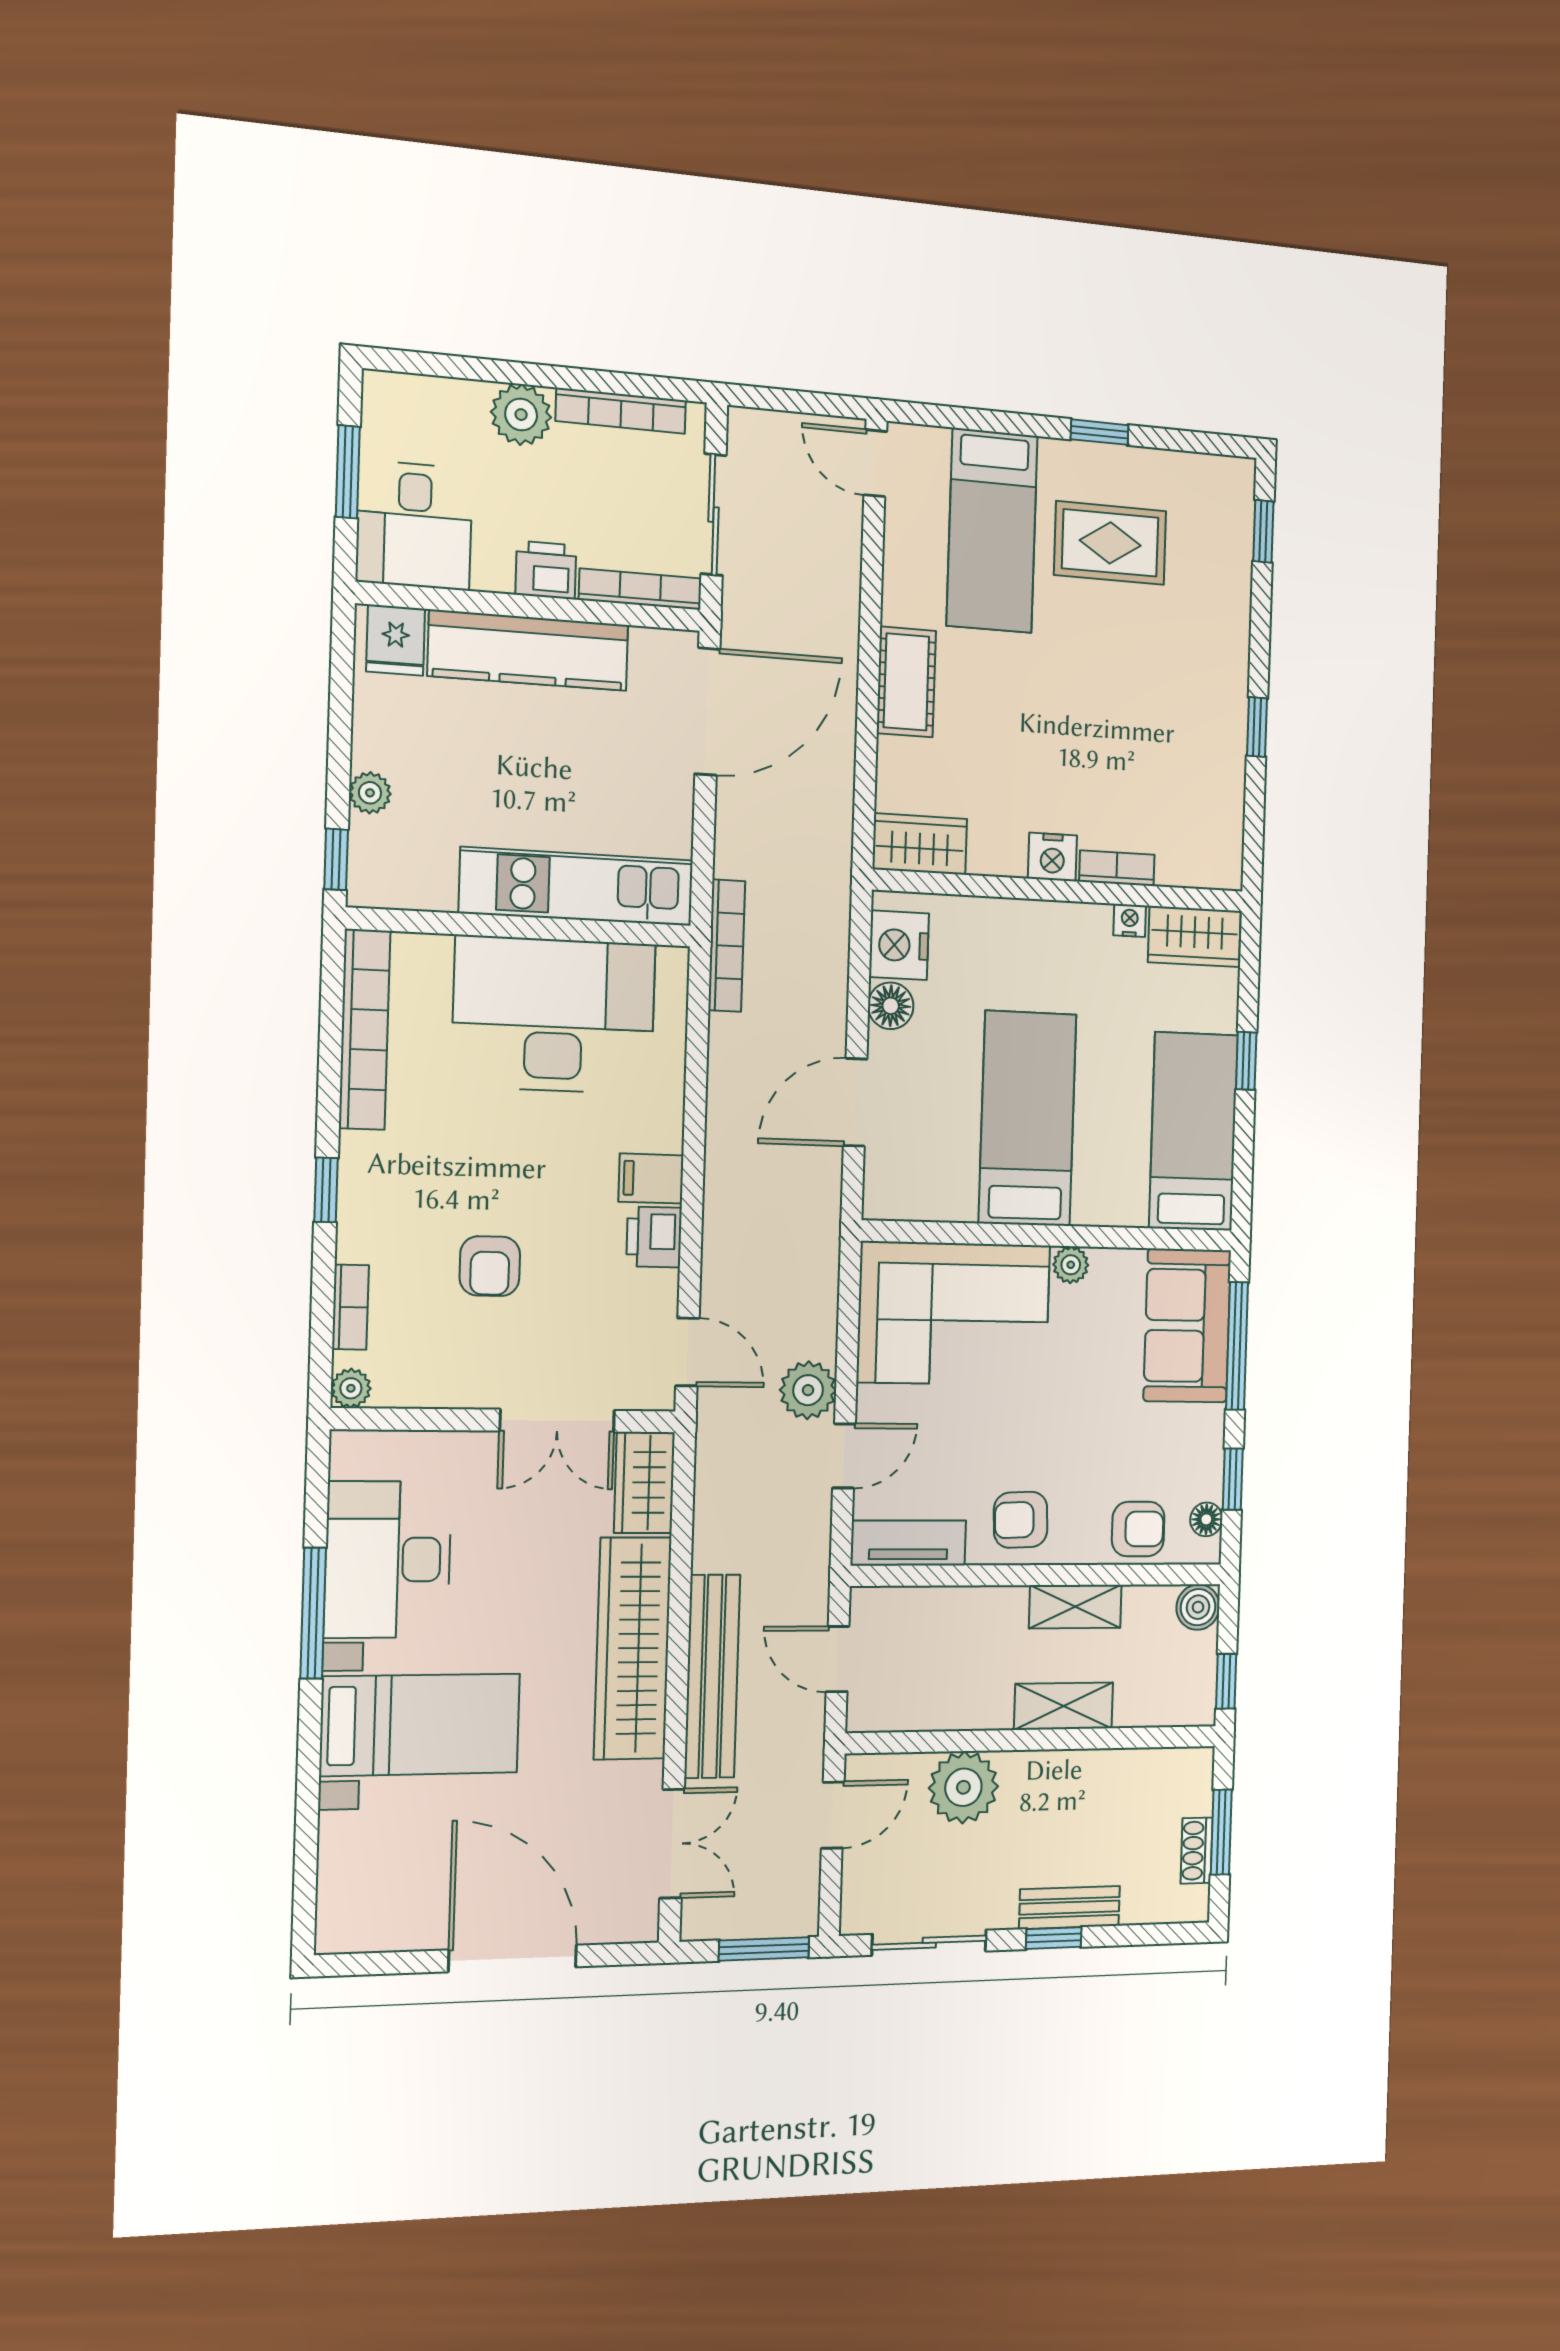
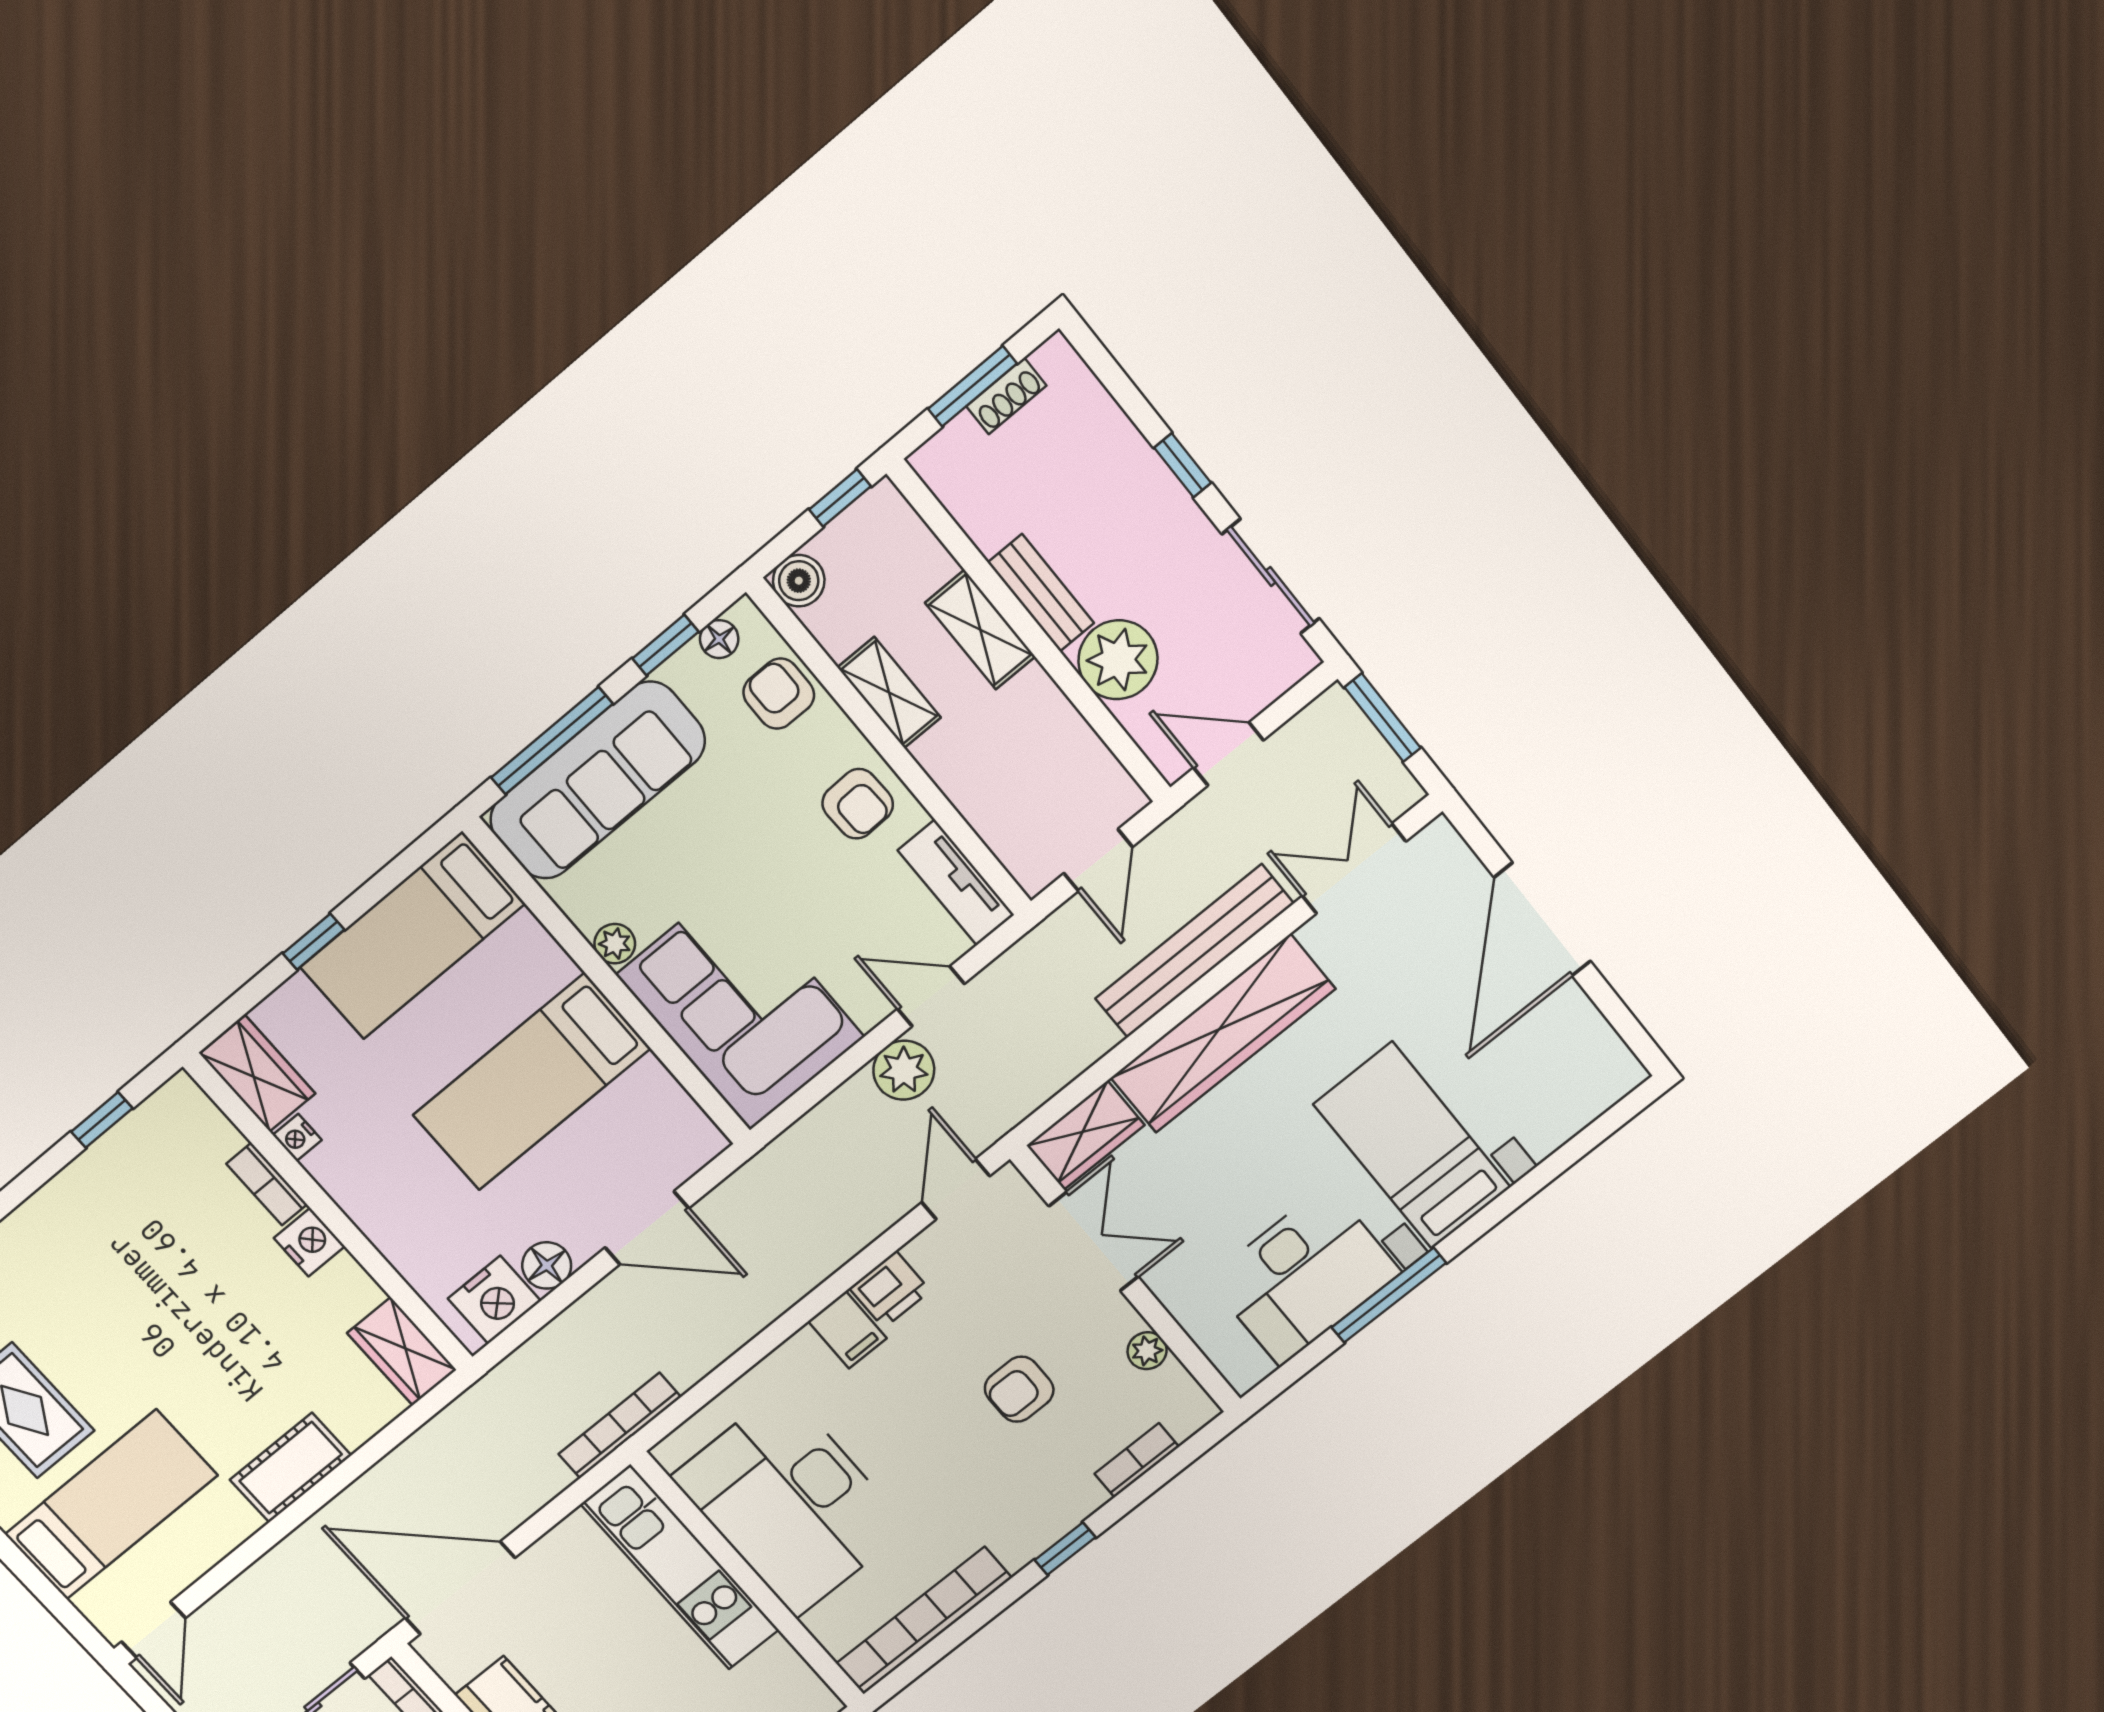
window: (1257, 727) -> (102, 1120), moved
armchair: (490, 1266) -> (1019, 1389), turned 180
sofa: (1187, 1326) -> (598, 780), width x1.36
plant: (351, 1388) -> (1147, 1351), moved
bench: (1070, 1908) -> (1041, 593), moved

